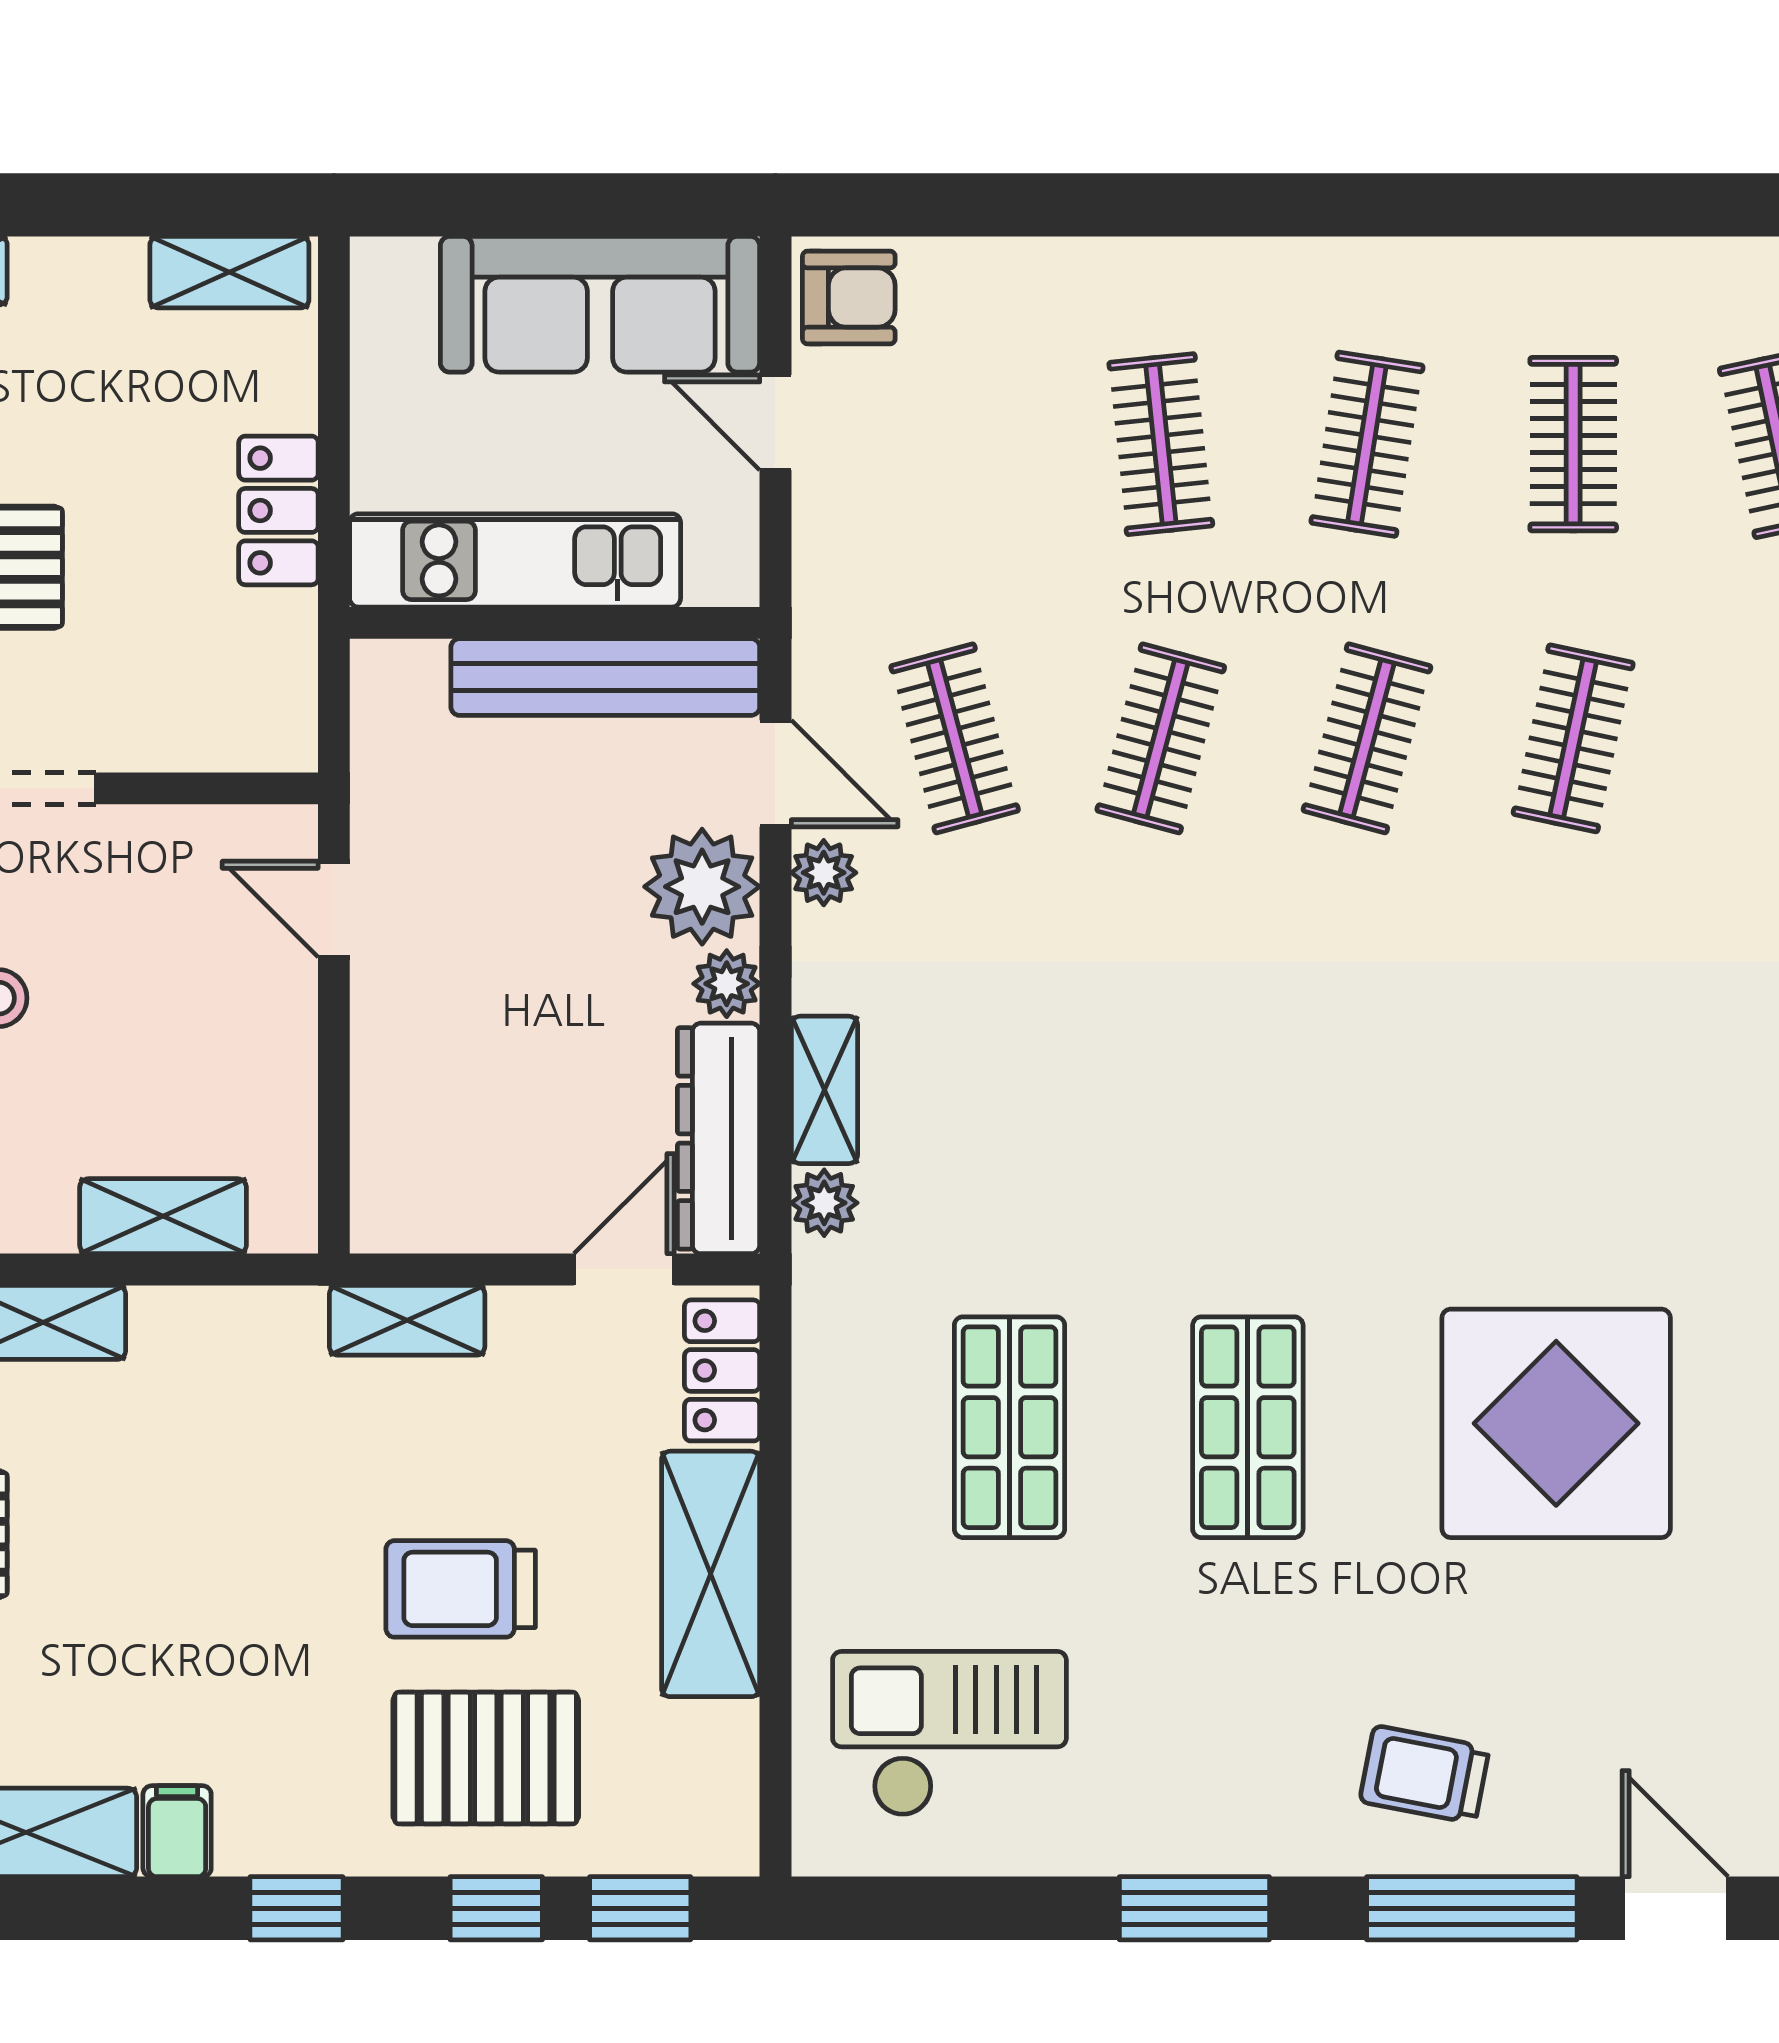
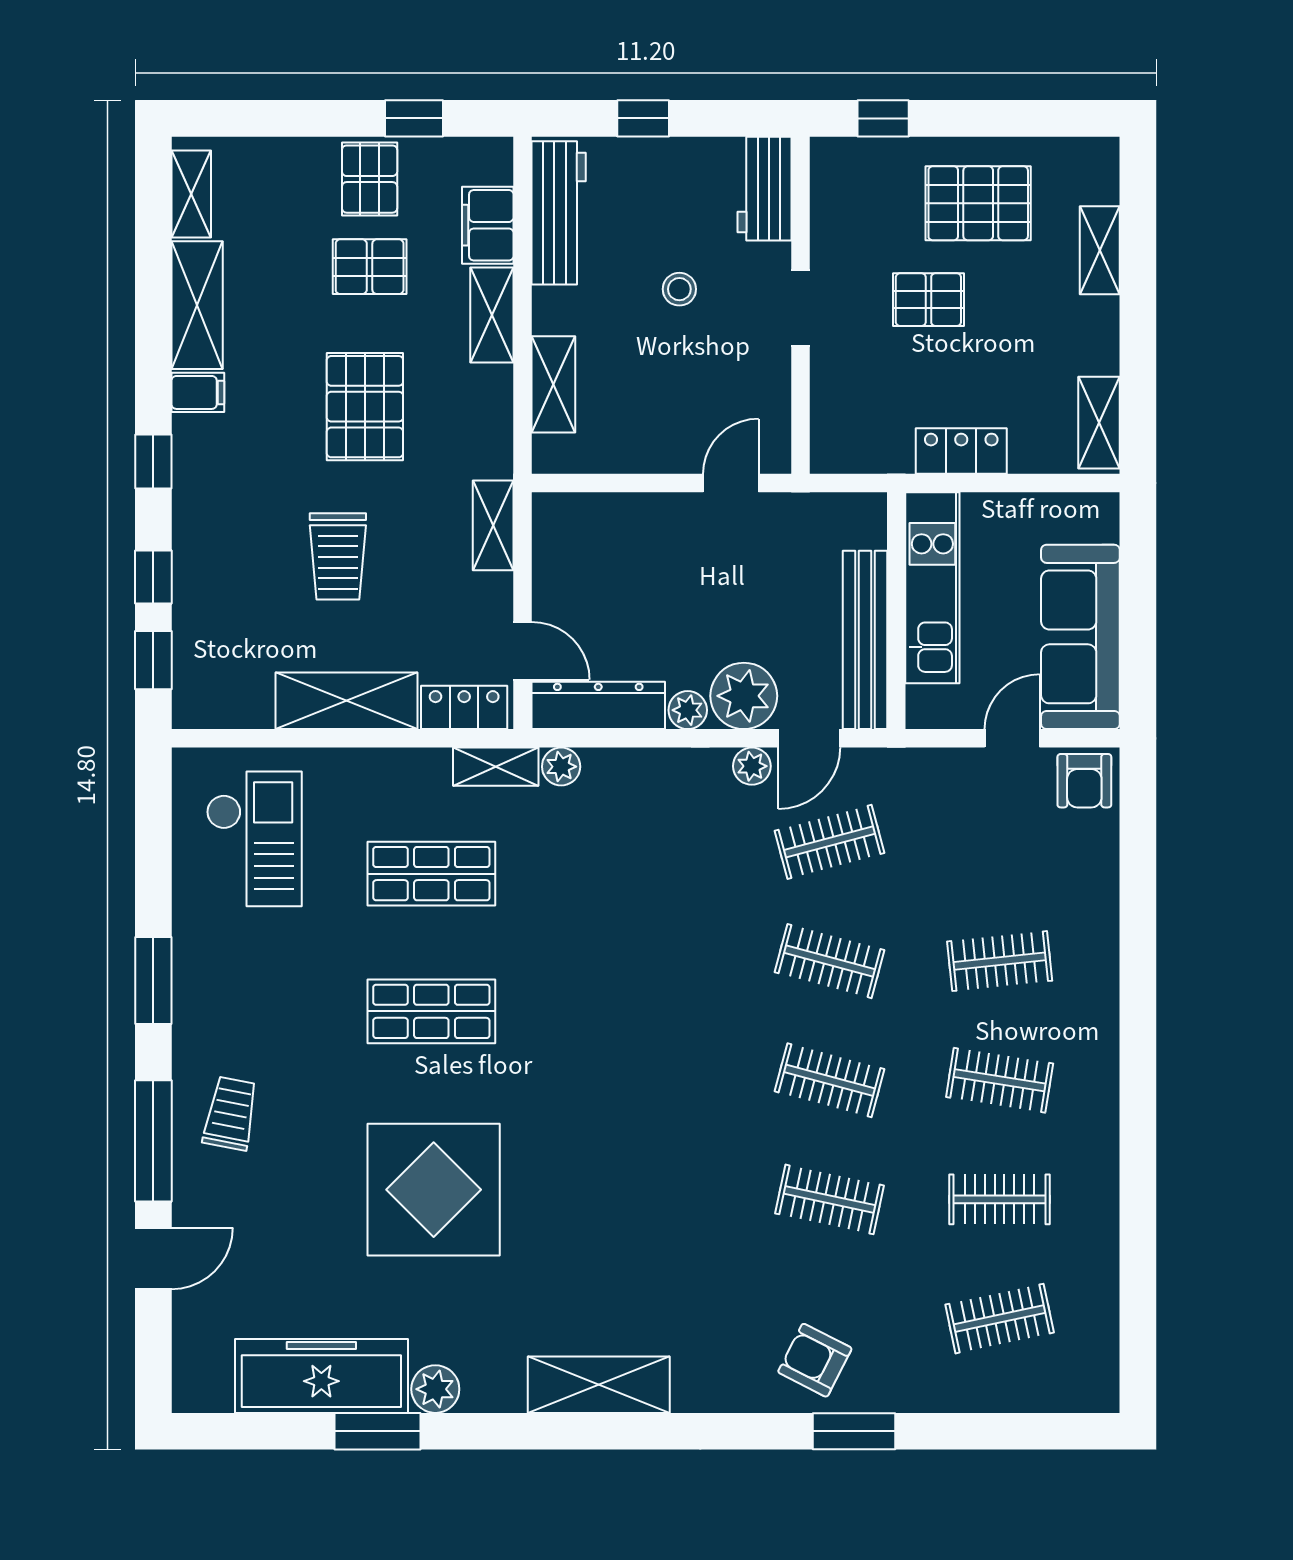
shelving: (824, 1090) -> (496, 767), moved
trolley: (461, 1589) -> (338, 556), turned 180
pallet: (486, 1758) -> (365, 407), moved

